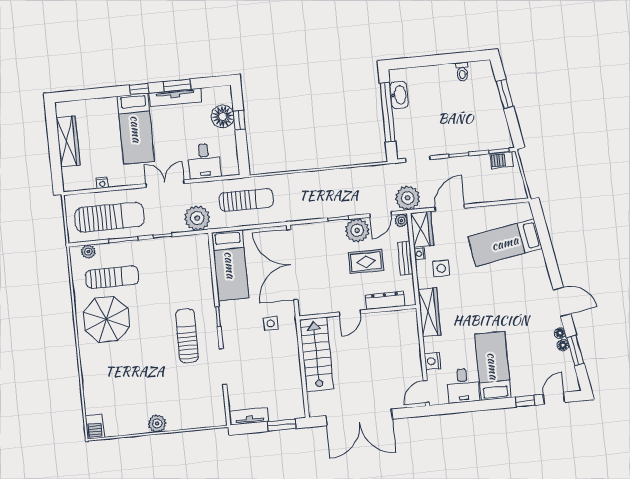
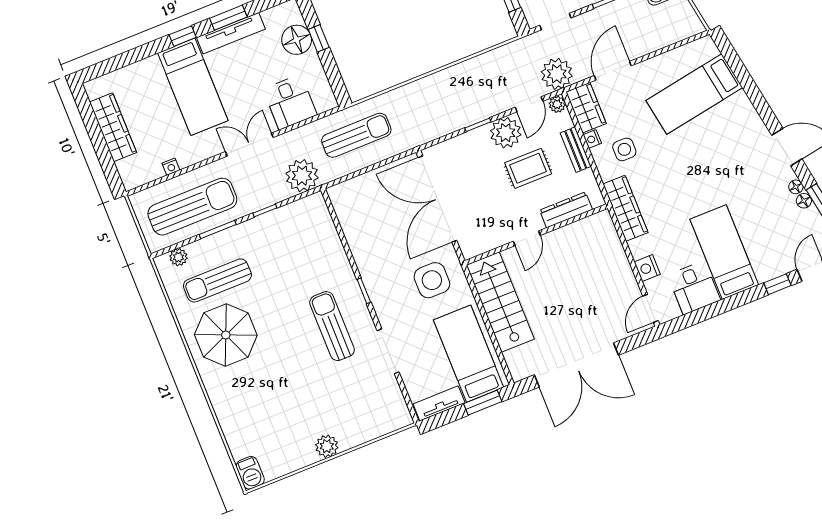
bed: (230, 265) -> (469, 354), moved, turned 180
sun lounger: (112, 277) -> (217, 280), turned 180
side table: (271, 323) -> (432, 280), width x1.87, depth x1.87

